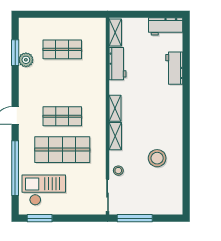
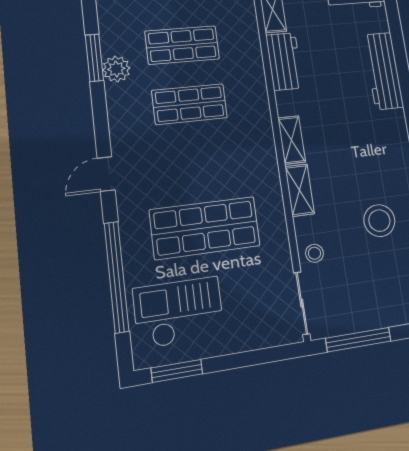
workbench: (174, 68) -> (383, 71), width x1.38
shop shelf: (62, 116) -> (190, 104), moved

